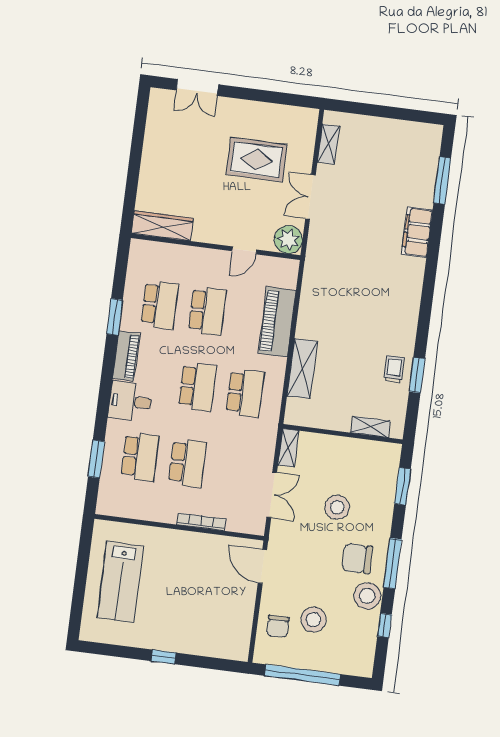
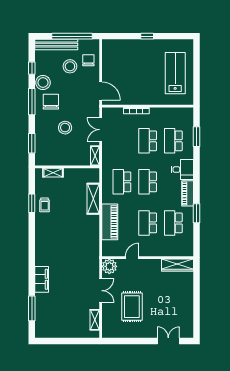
rug: (257, 160) -> (132, 307), turned 90
chair: (357, 559) -> (51, 102), turned -90
bench: (334, 663) -> (56, 45), added

